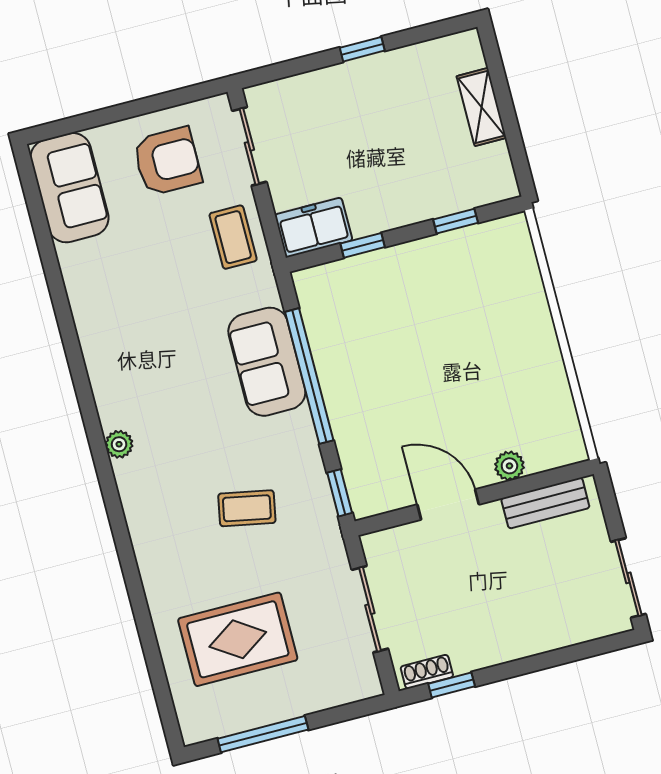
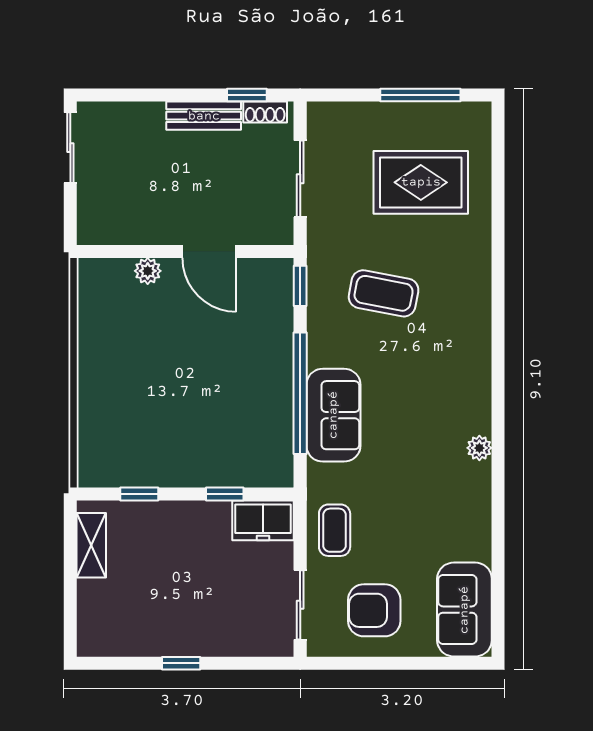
shelving: (481, 107) -> (91, 545), moved
plant: (119, 444) -> (479, 448), moved
bench: (545, 503) -> (204, 116), moved
coffee table: (247, 508) -> (384, 293), width x1.36, depth x1.30

